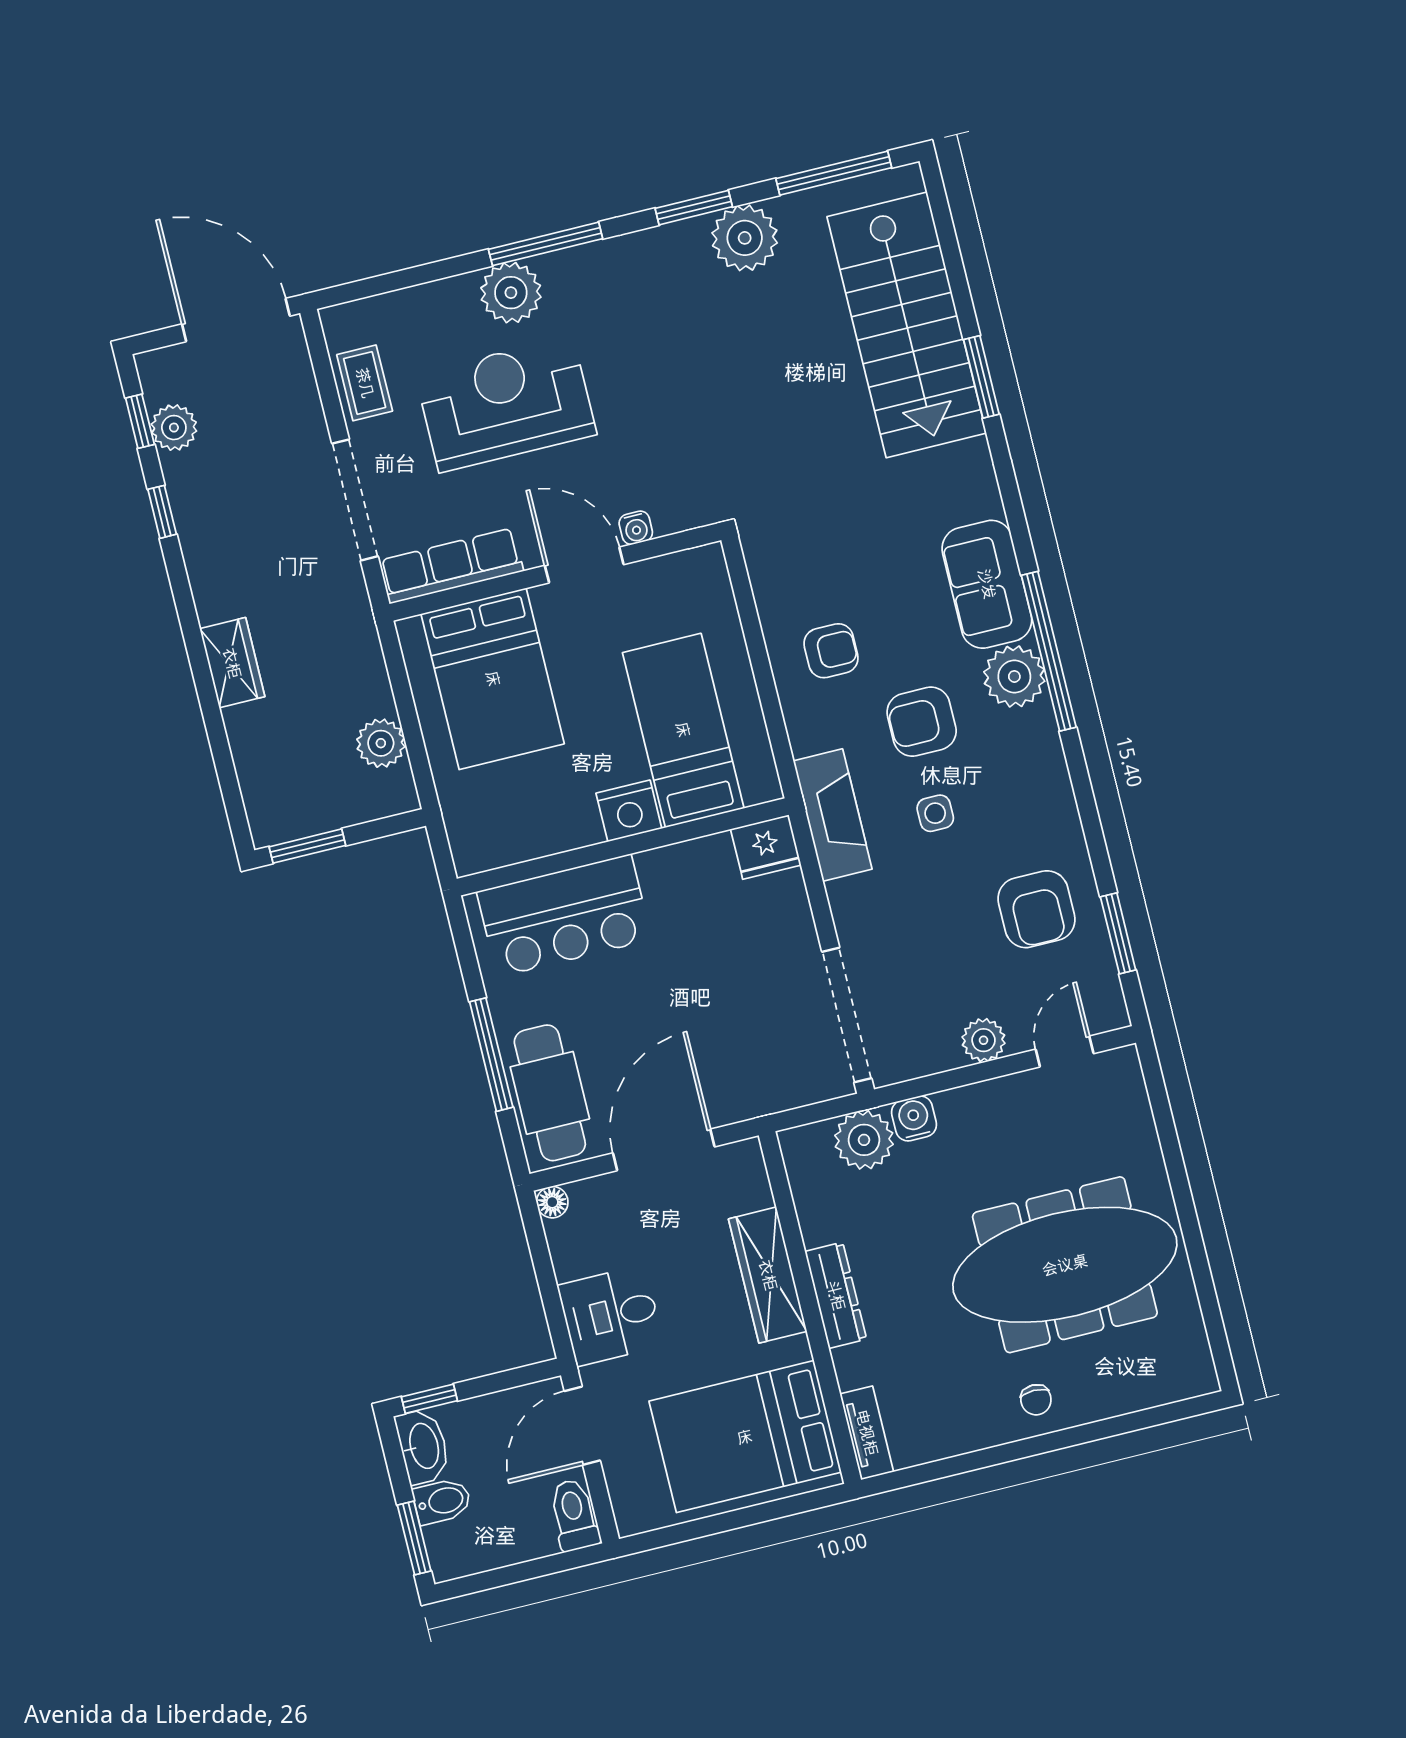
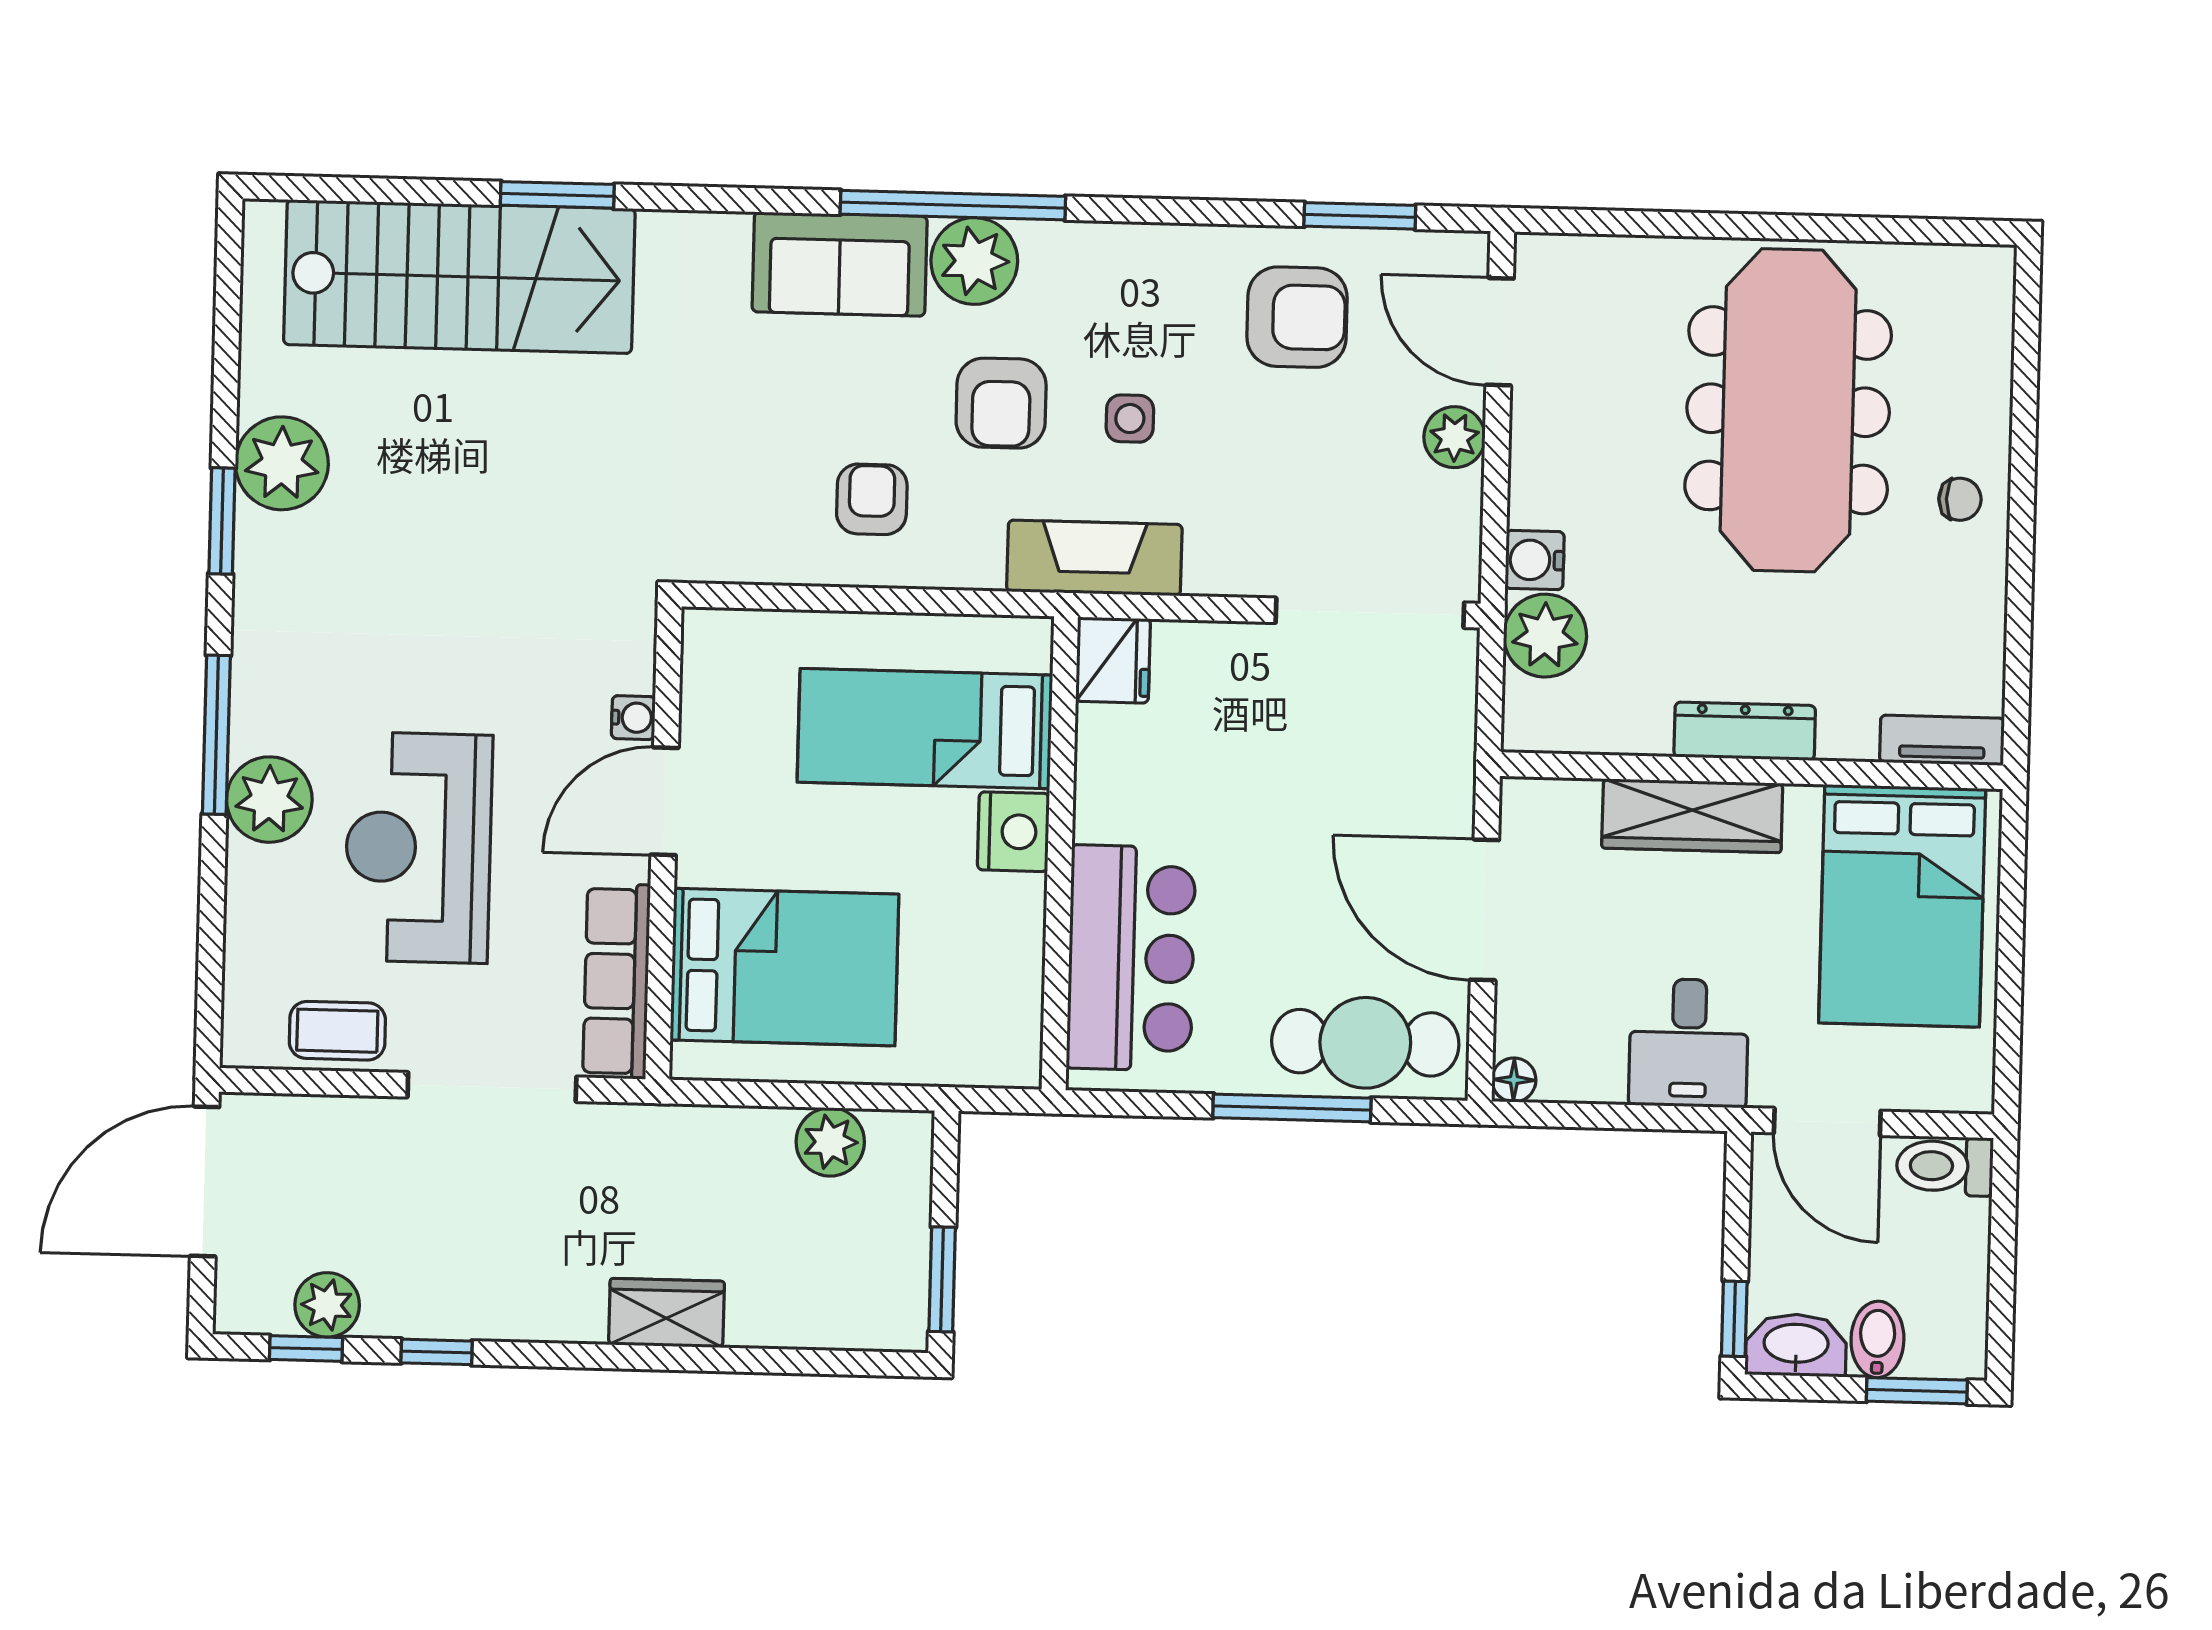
window: (834, 173) -> (227, 319), removed
door: (1065, 1051) -> (1500, 332), width x1.38

